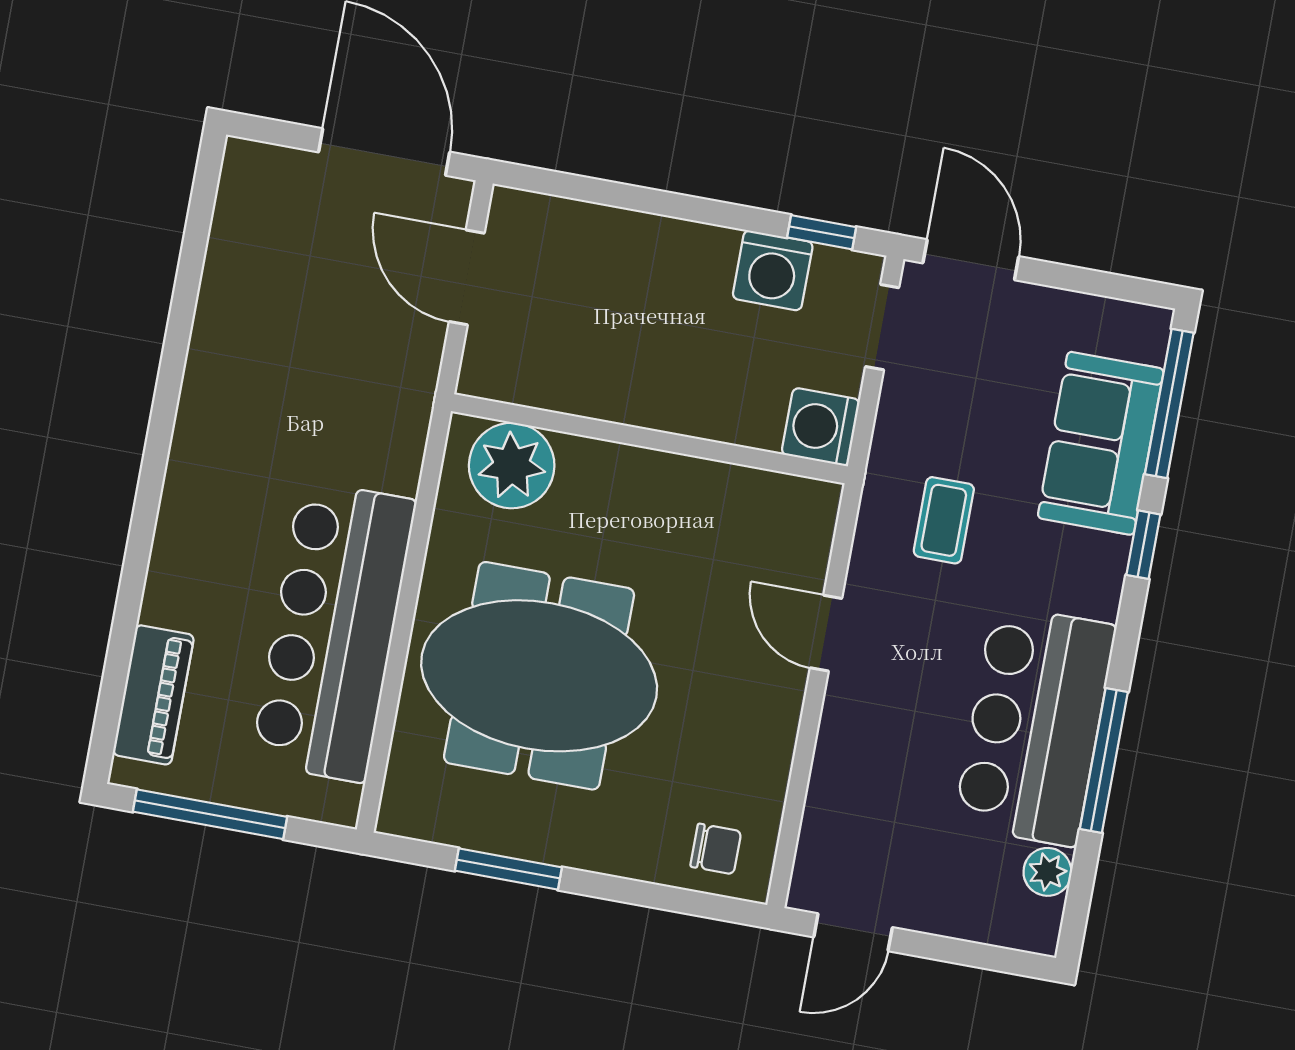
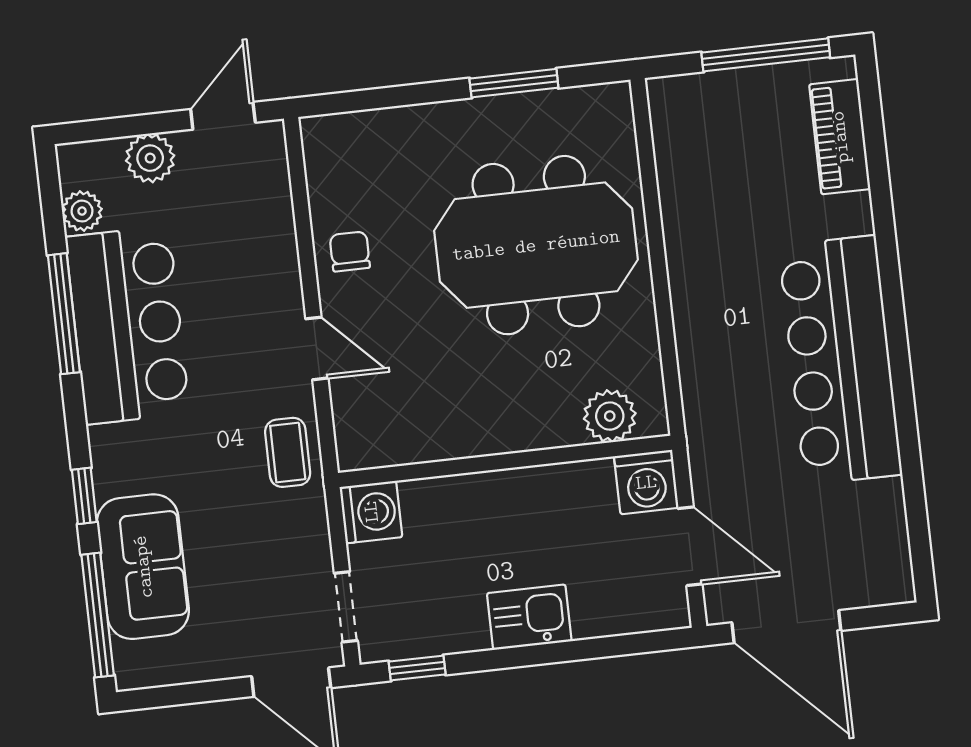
kitchen sink: (675, 252) -> (529, 617), added
washing machine: (773, 270) -> (646, 482), moved, turned 180
plant: (512, 466) -> (610, 416), width x0.73, depth x0.73
coffee table: (944, 520) -> (288, 452), moved
bar counter: (333, 631) -> (840, 360), moved, turned 180
chair: (716, 849) -> (350, 251), moved, turned 90
plant: (951, 909) -> (150, 158), added

